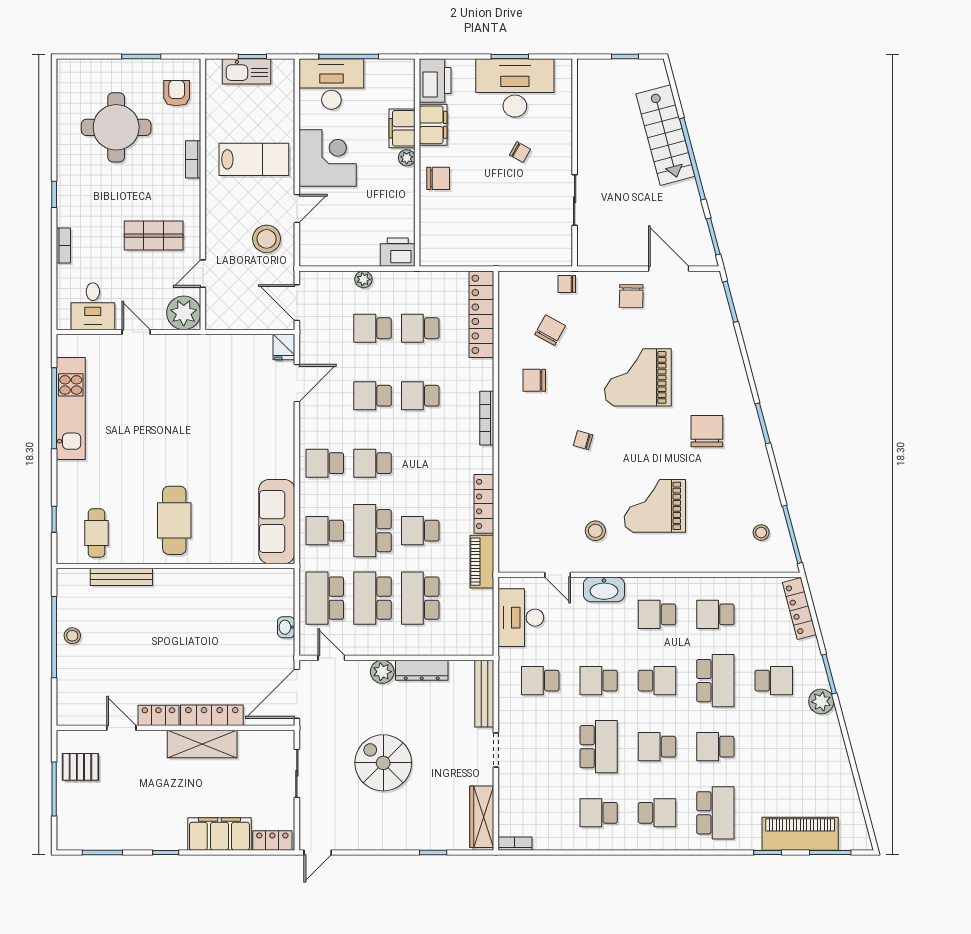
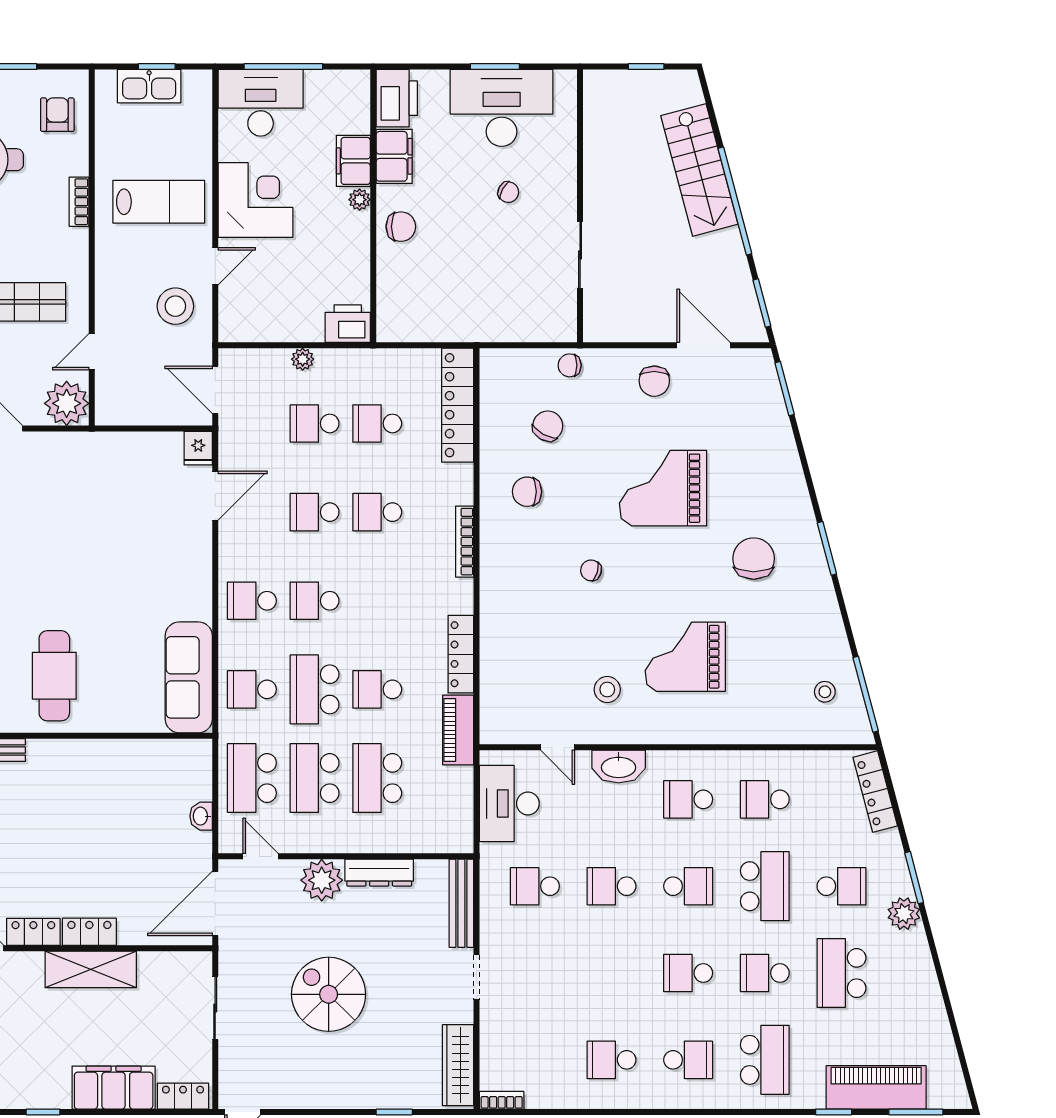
plant: (382, 672) -> (322, 880), width x1.36, depth x1.36
locker: (212, 715) -> (89, 932), width x0.66
school desk: (599, 747) -> (841, 973), moved, turned 180

